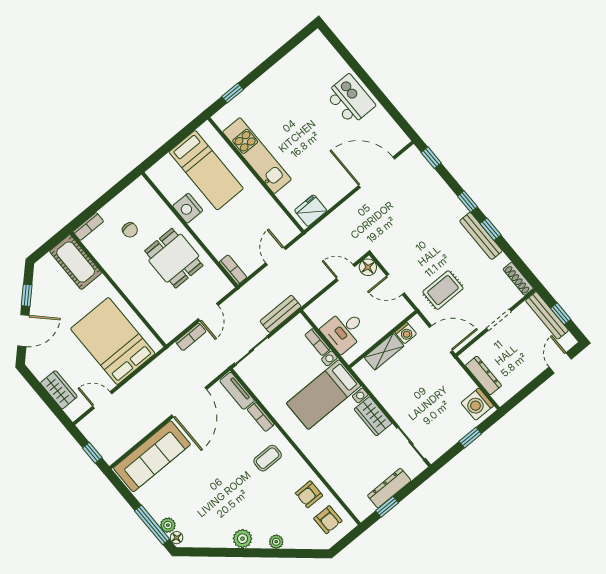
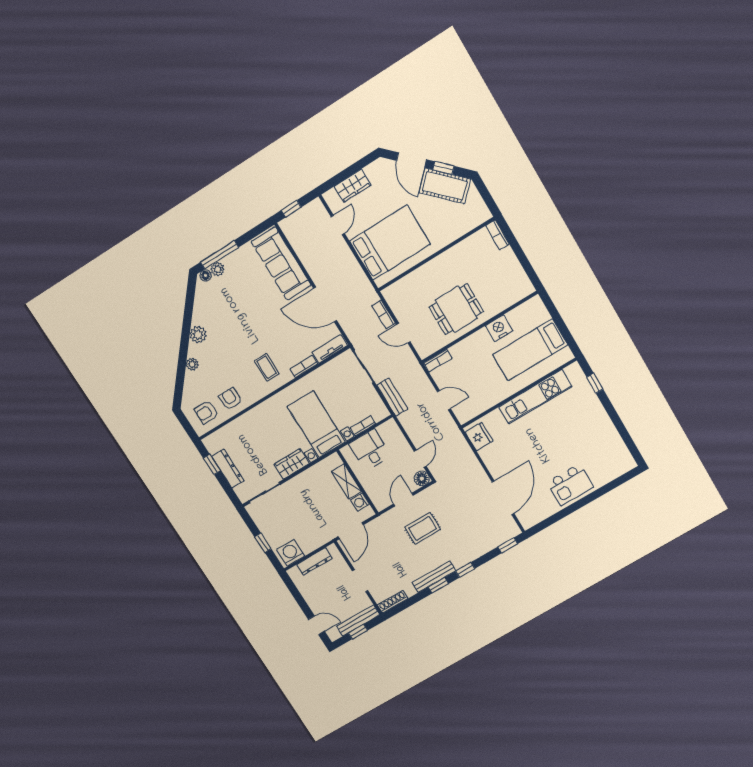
chair: (130, 230) -> (488, 273), removed
cot: (76, 262) -> (445, 186), moved, turned 45
rug: (443, 290) -> (423, 528), moved, turned 90

